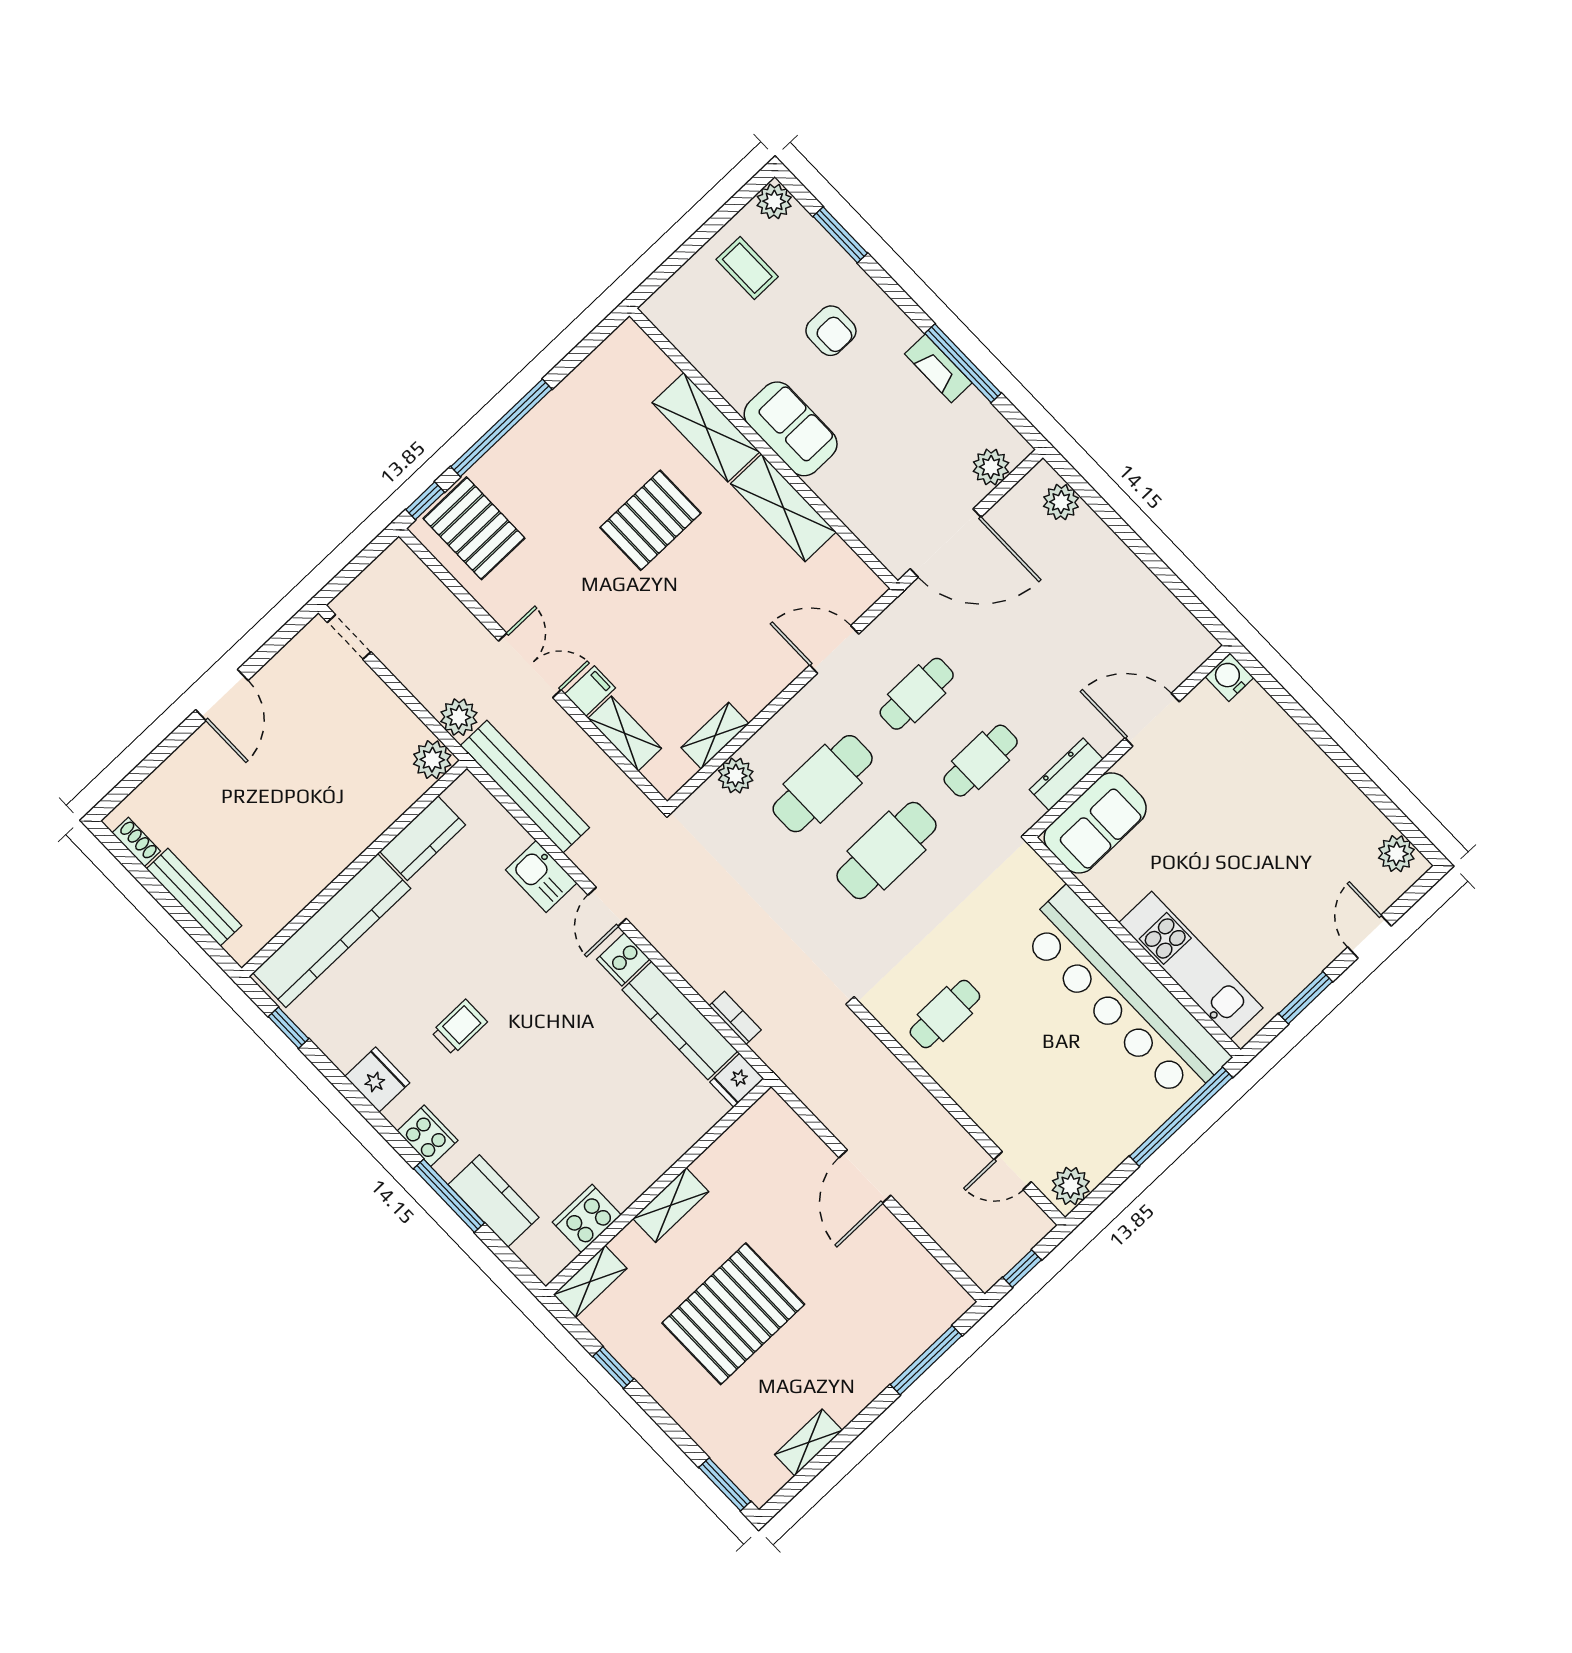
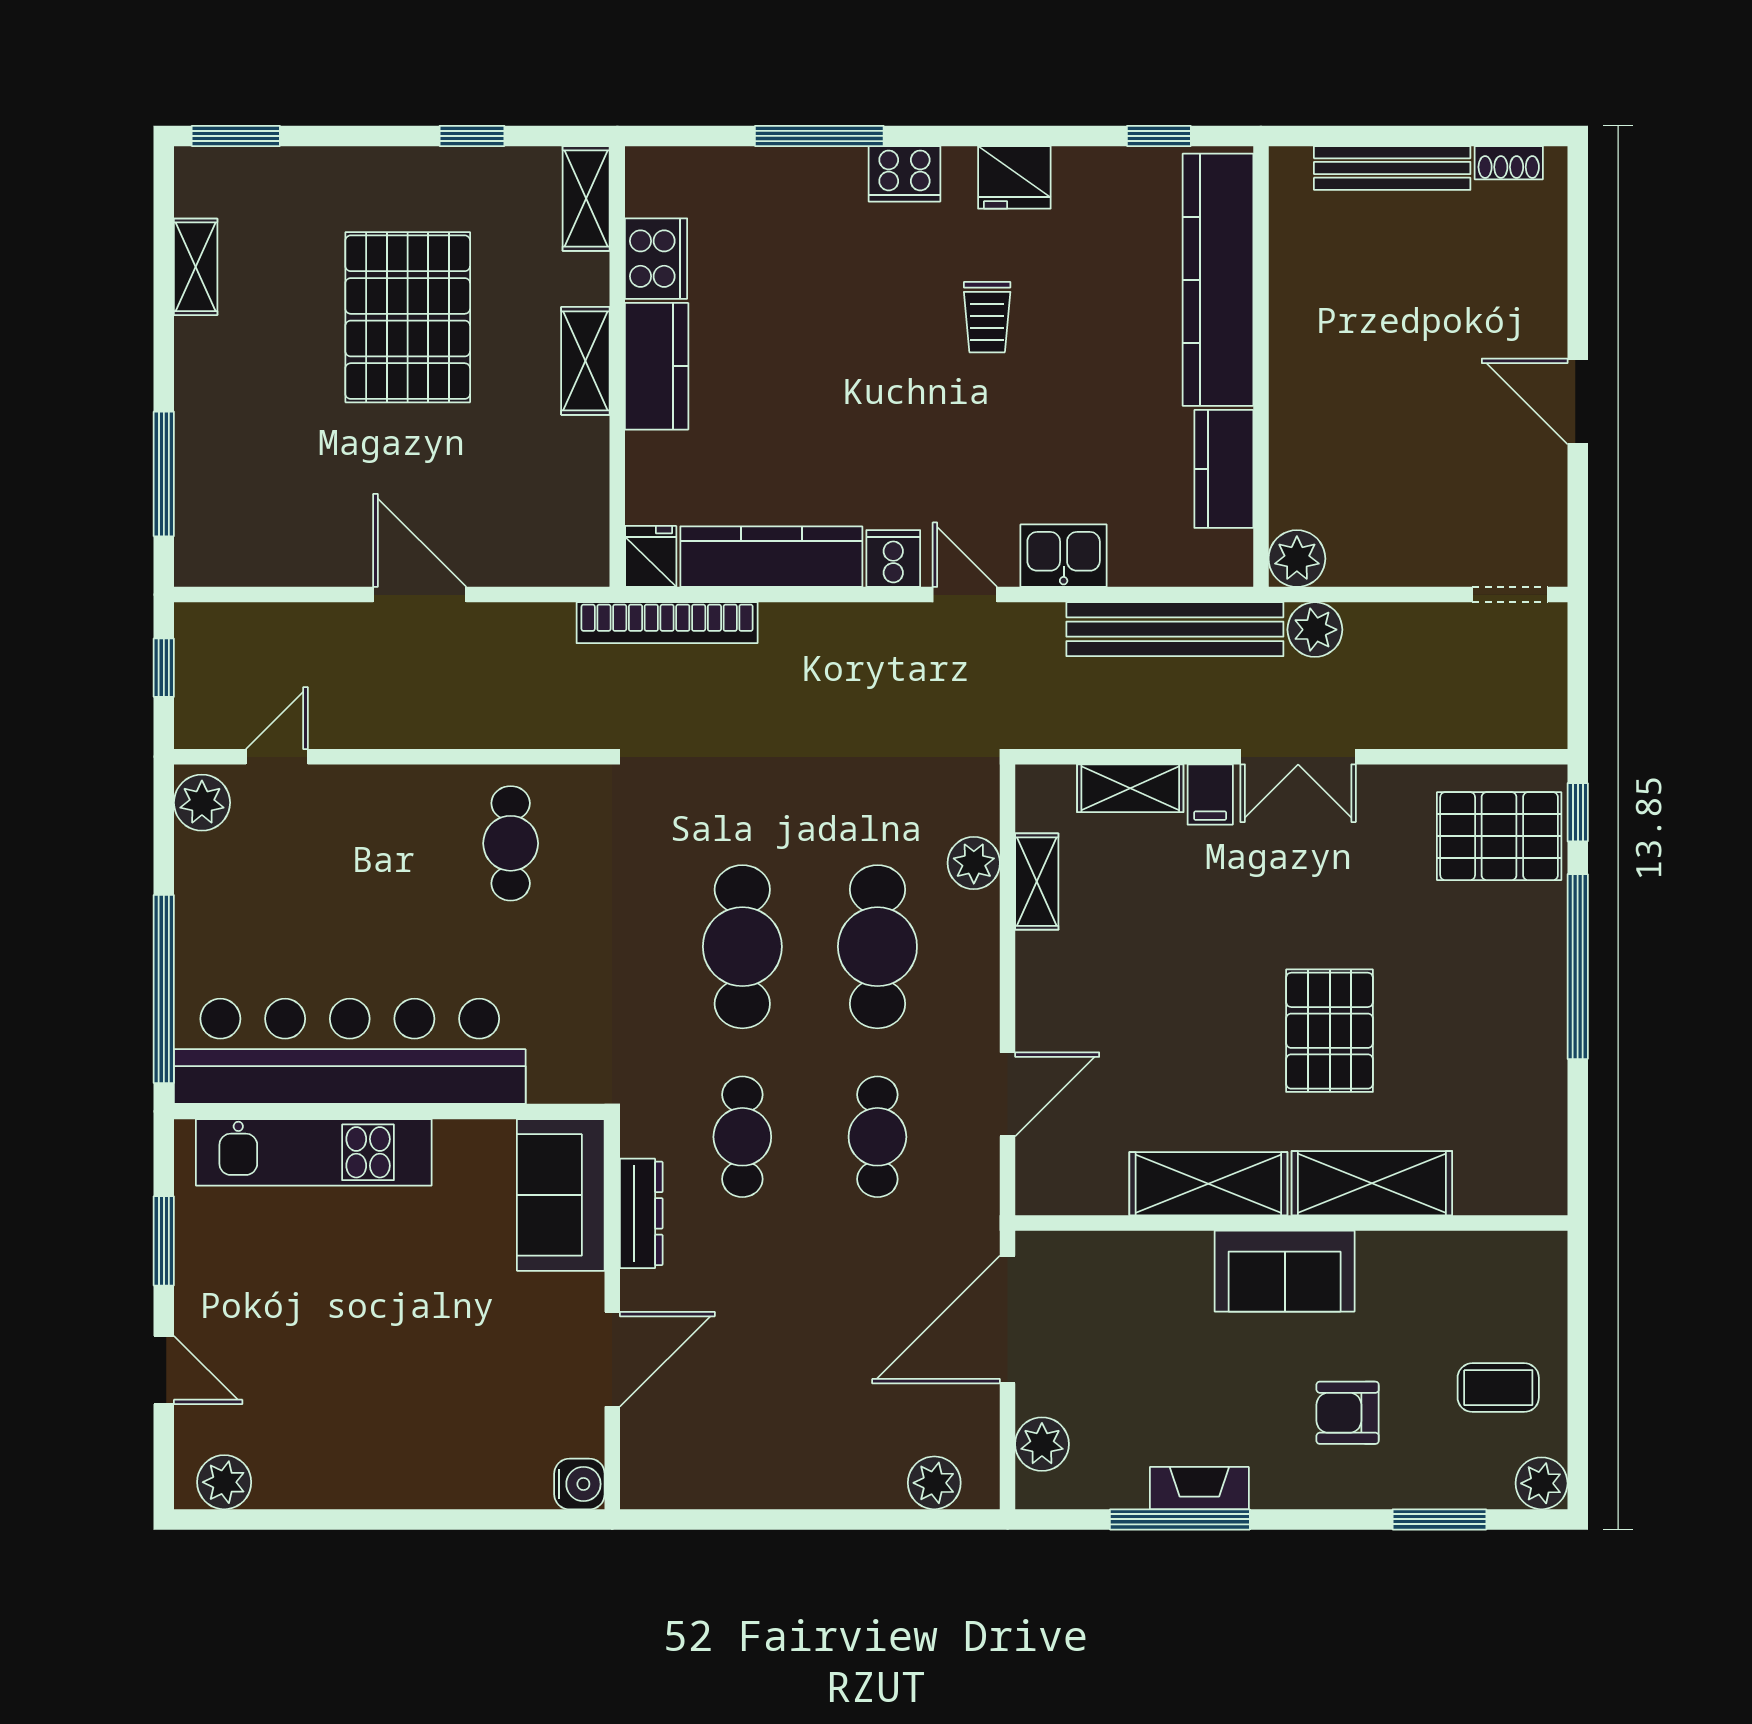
bookcase: (735, 1018) -> (667, 623), width x2.31, depth x1.31
kitchen counter: (494, 1201) -> (657, 366), moved, turned -90

